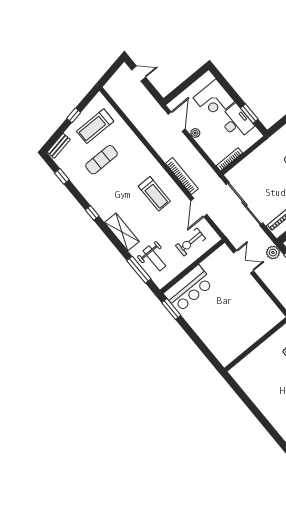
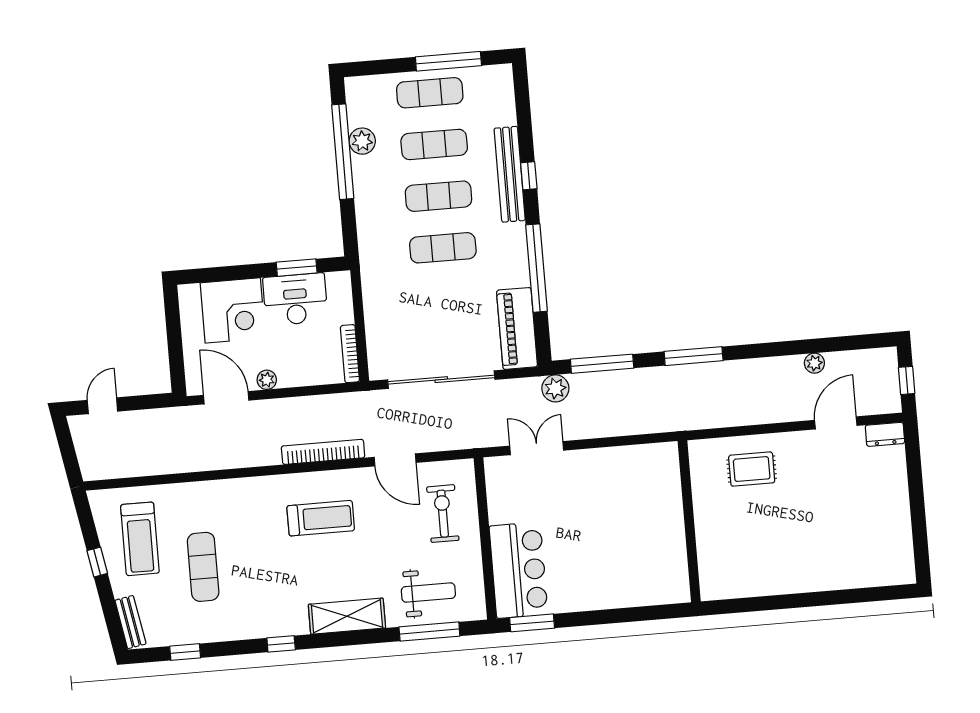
exercise bike: (190, 242) -> (443, 514), turned 180

